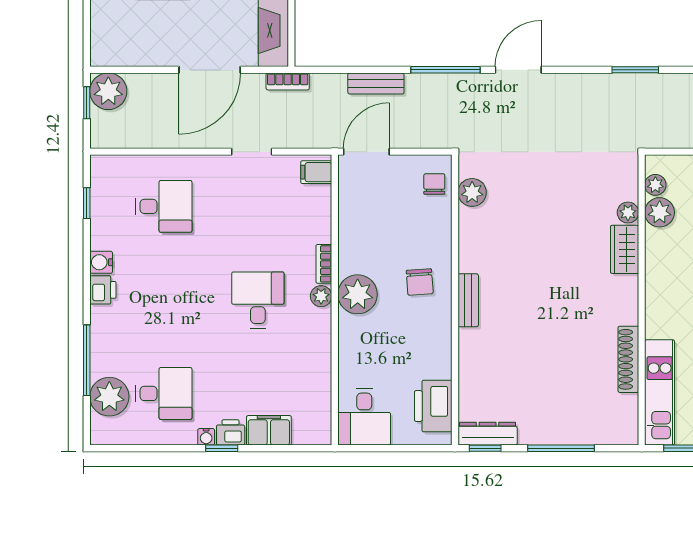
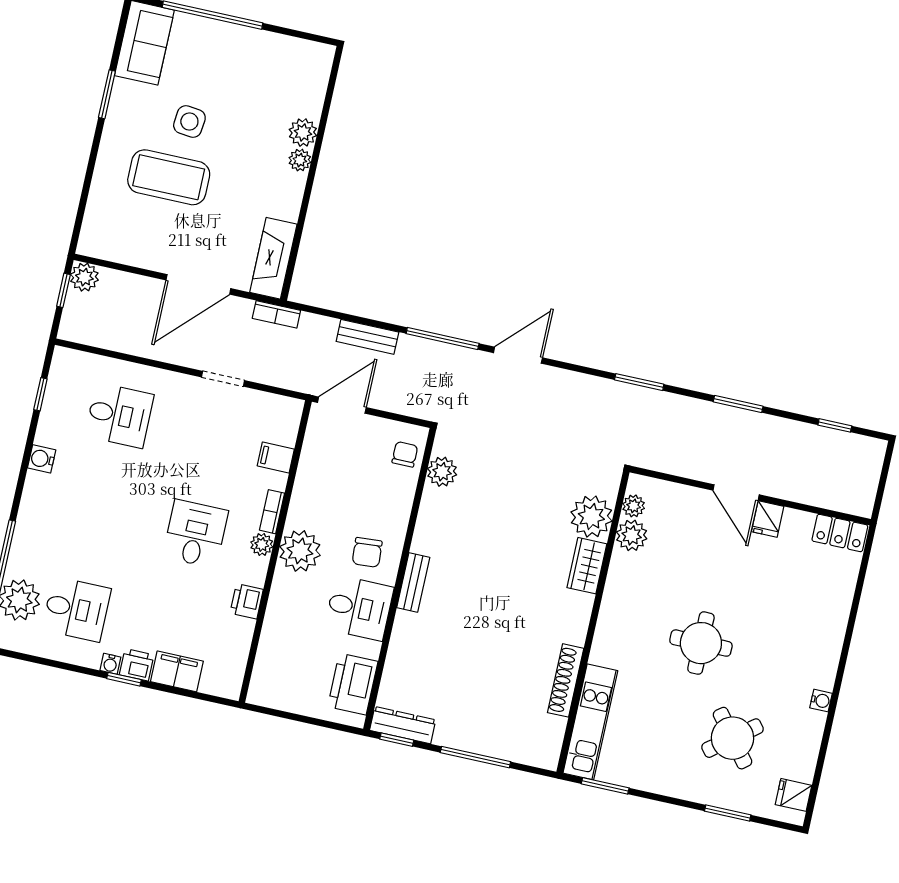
plant: (108, 91) -> (84, 277), width x0.73, depth x0.73
filing cabinet: (316, 172) -> (276, 458), moved
plant: (628, 213) -> (591, 517), width x1.88, depth x1.88
printer: (103, 290) -> (247, 601), moved, turned 180
desk: (364, 417) -> (359, 608), moved, turned -90

